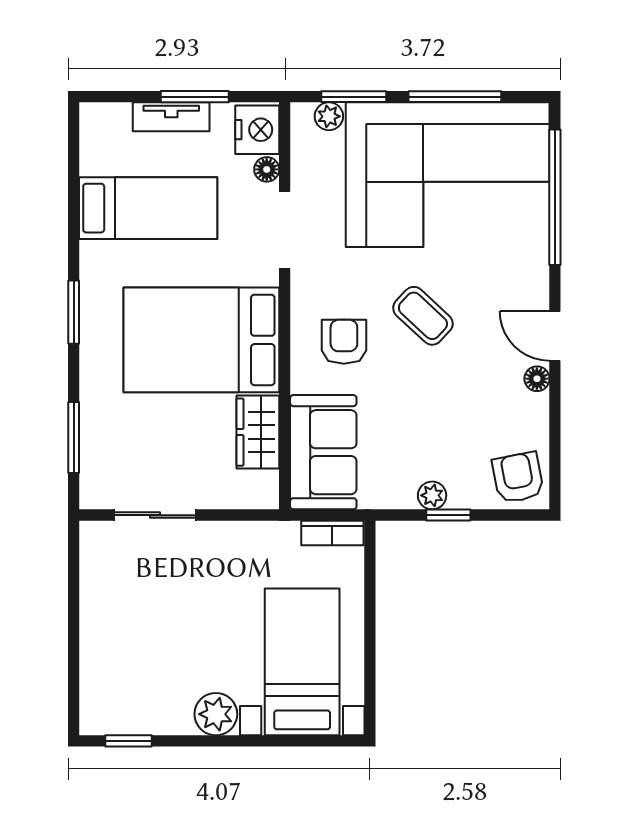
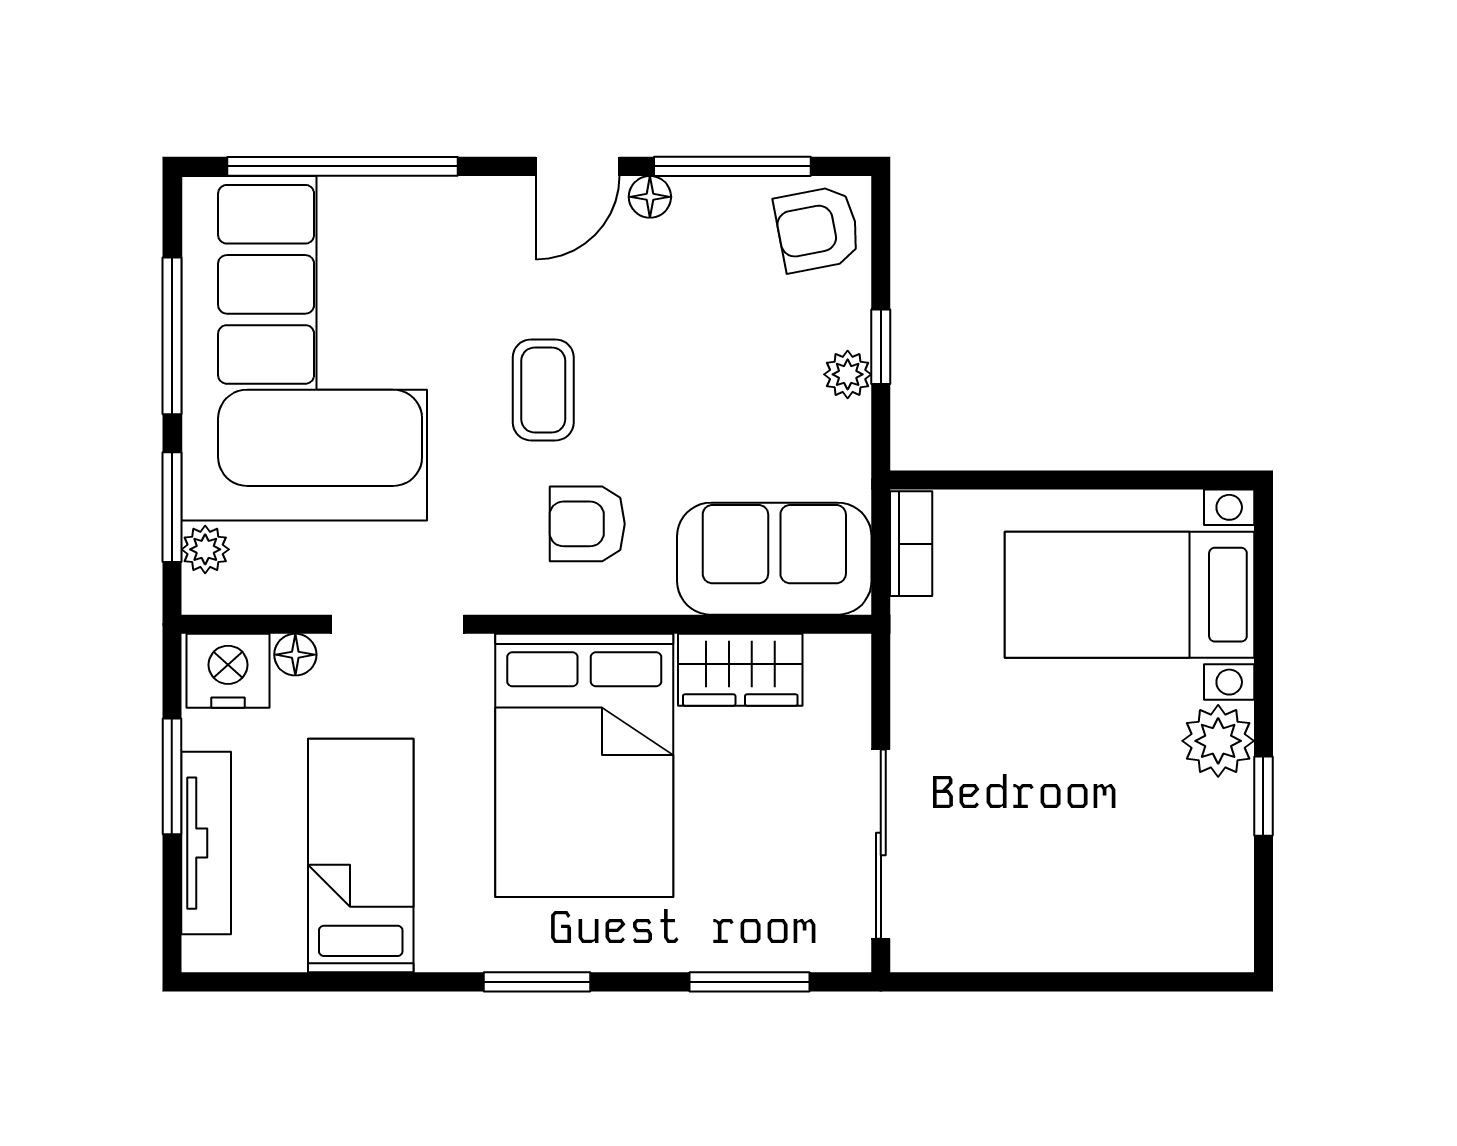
tv unit: (171, 117) -> (206, 843), width x1.41
coffee table: (423, 316) -> (543, 390), turned -43
window: (555, 427) -> (732, 166), added
sliding door: (155, 515) -> (881, 844), width x1.37
window: (129, 741) -> (1263, 796), moved

